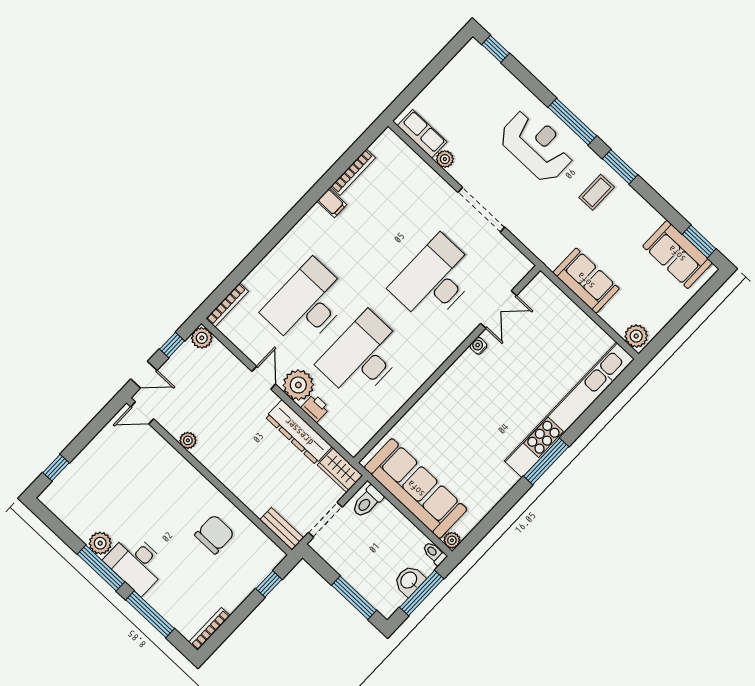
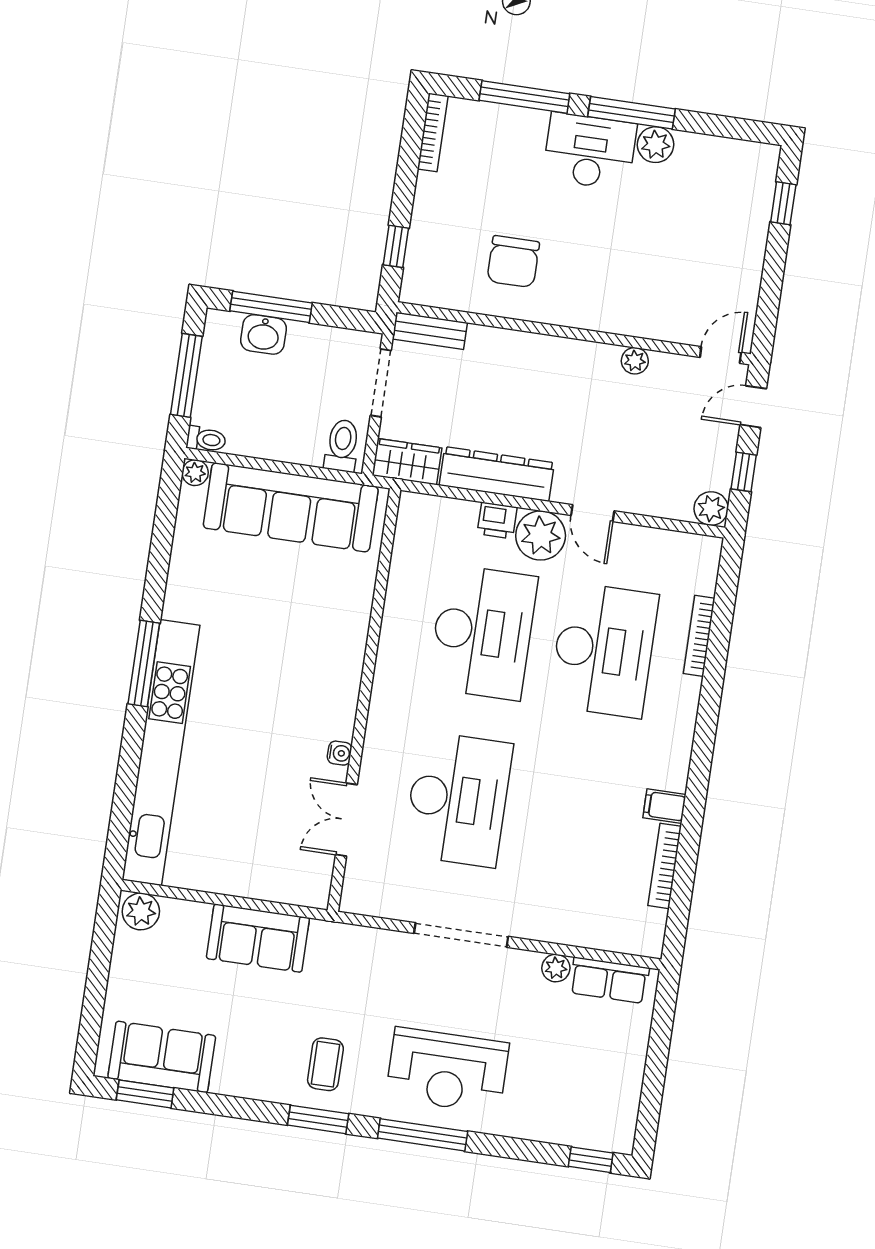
bookcase: (227, 305) -> (699, 636), moved
washbasin: (409, 581) -> (264, 334), moved, turned 90

